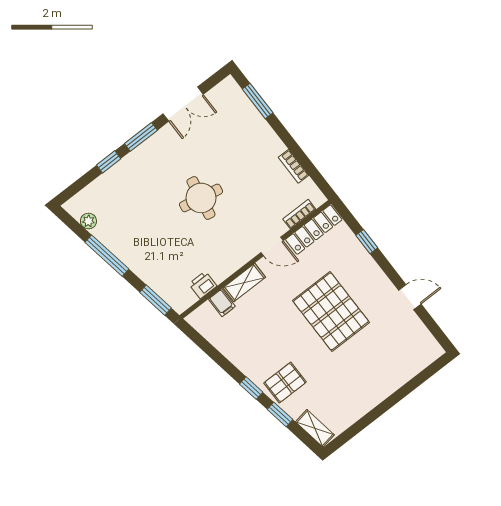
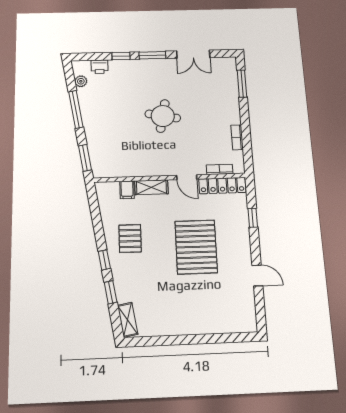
printer: (203, 285) -> (100, 67), moved, turned 180
pallet: (285, 383) -> (130, 238), moved, turned 90

